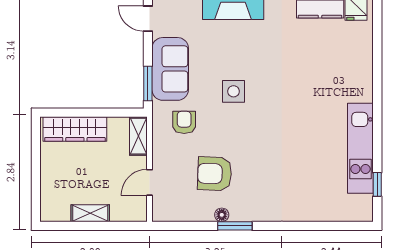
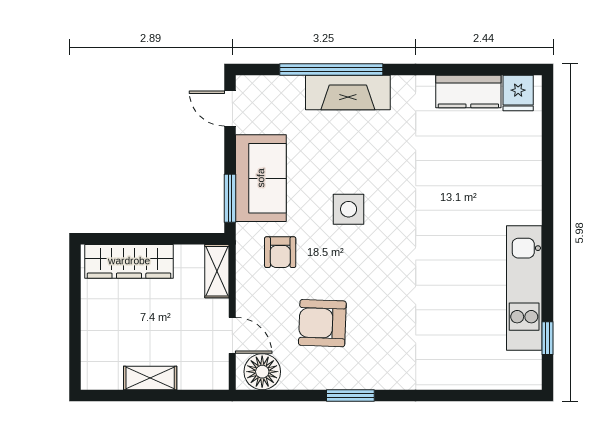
armchair: (184, 122) -> (280, 252), turned 180
door: (150, 182) -> (232, 335), swing flipped
floor lamp: (222, 215) -> (262, 372), moved, width x1.89, depth x1.89

